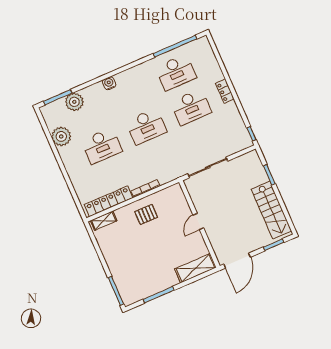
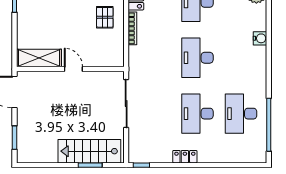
locker: (225, 91) -> (185, 157), moved
stairs: (271, 210) -> (89, 151), moved
shelving: (195, 268) -> (39, 58), moved, turned 90

